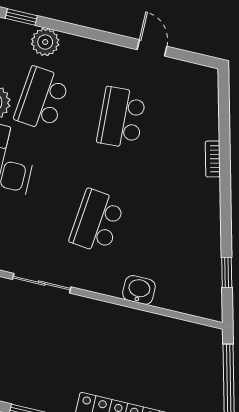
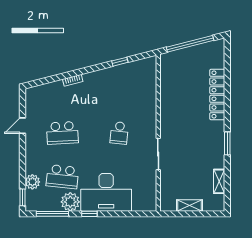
school desk: (97, 221) -> (119, 133), width x0.54
window: (227, 272) -> (120, 62), moved
washbasin: (139, 290) -> (150, 103), removed

